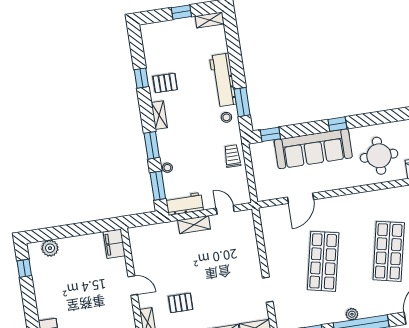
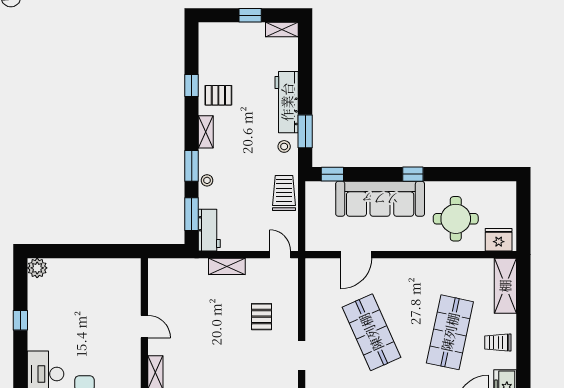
trolley: (232, 156) -> (284, 193), width x1.36, depth x1.39
stool: (167, 168) -> (207, 180), moved
workbench: (185, 204) -> (209, 230), moved, turned 90
door: (225, 210) -> (280, 255), moved
filing cabinet: (114, 244) -> (130, 274), removed
plant: (50, 248) -> (37, 268), moved
shop shelf: (323, 261) -> (371, 332), turned -36
window: (24, 268) -> (20, 320), moved
pallet: (181, 303) -> (262, 317), moved, turned 90

